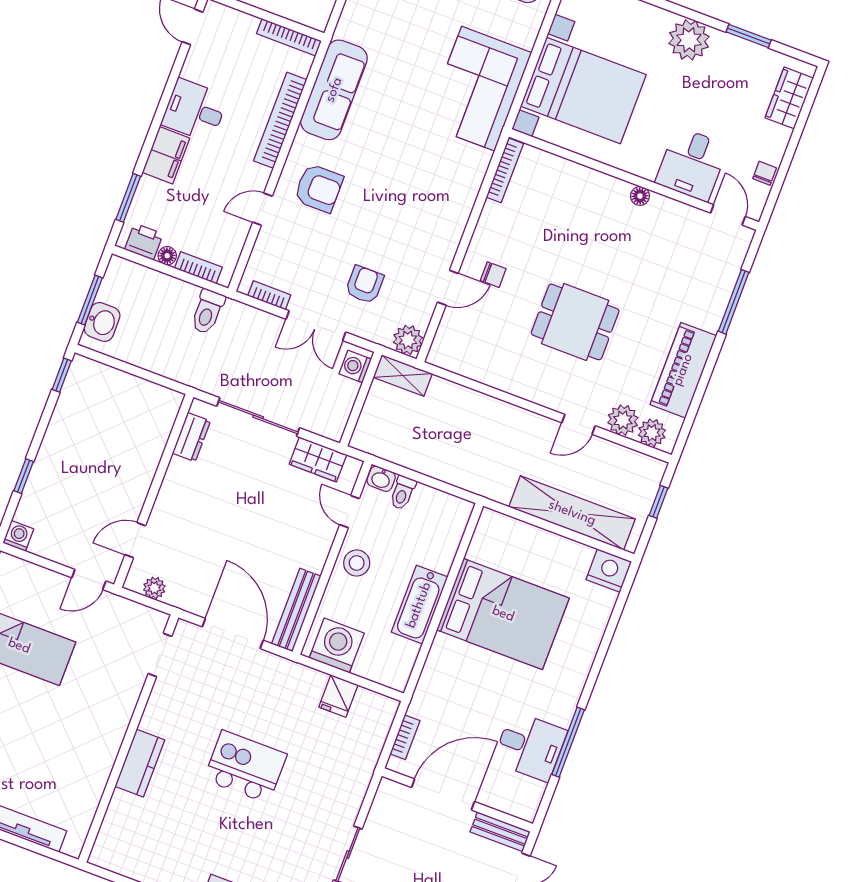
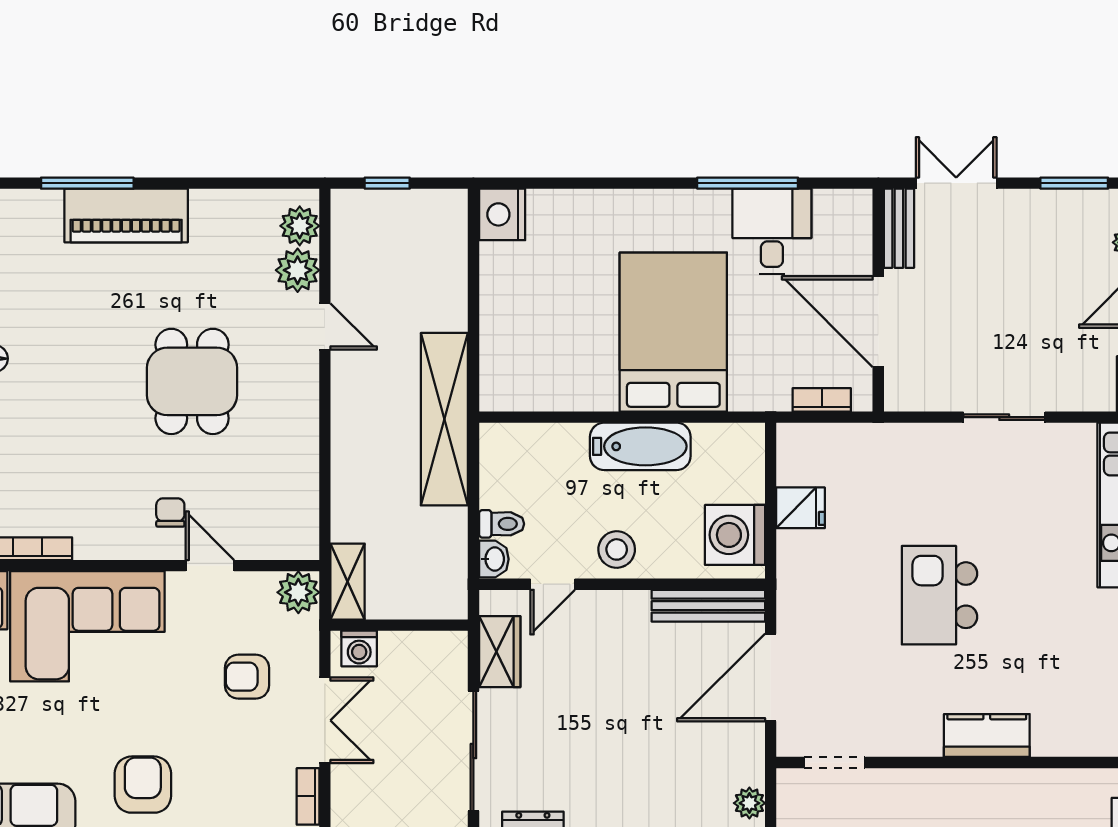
corner sofa: (438, 191) -> (87, 626), added
piano: (683, 370) -> (126, 216), moved
shelving: (572, 513) -> (444, 419), moved
bed: (503, 614) -> (673, 332), moved

